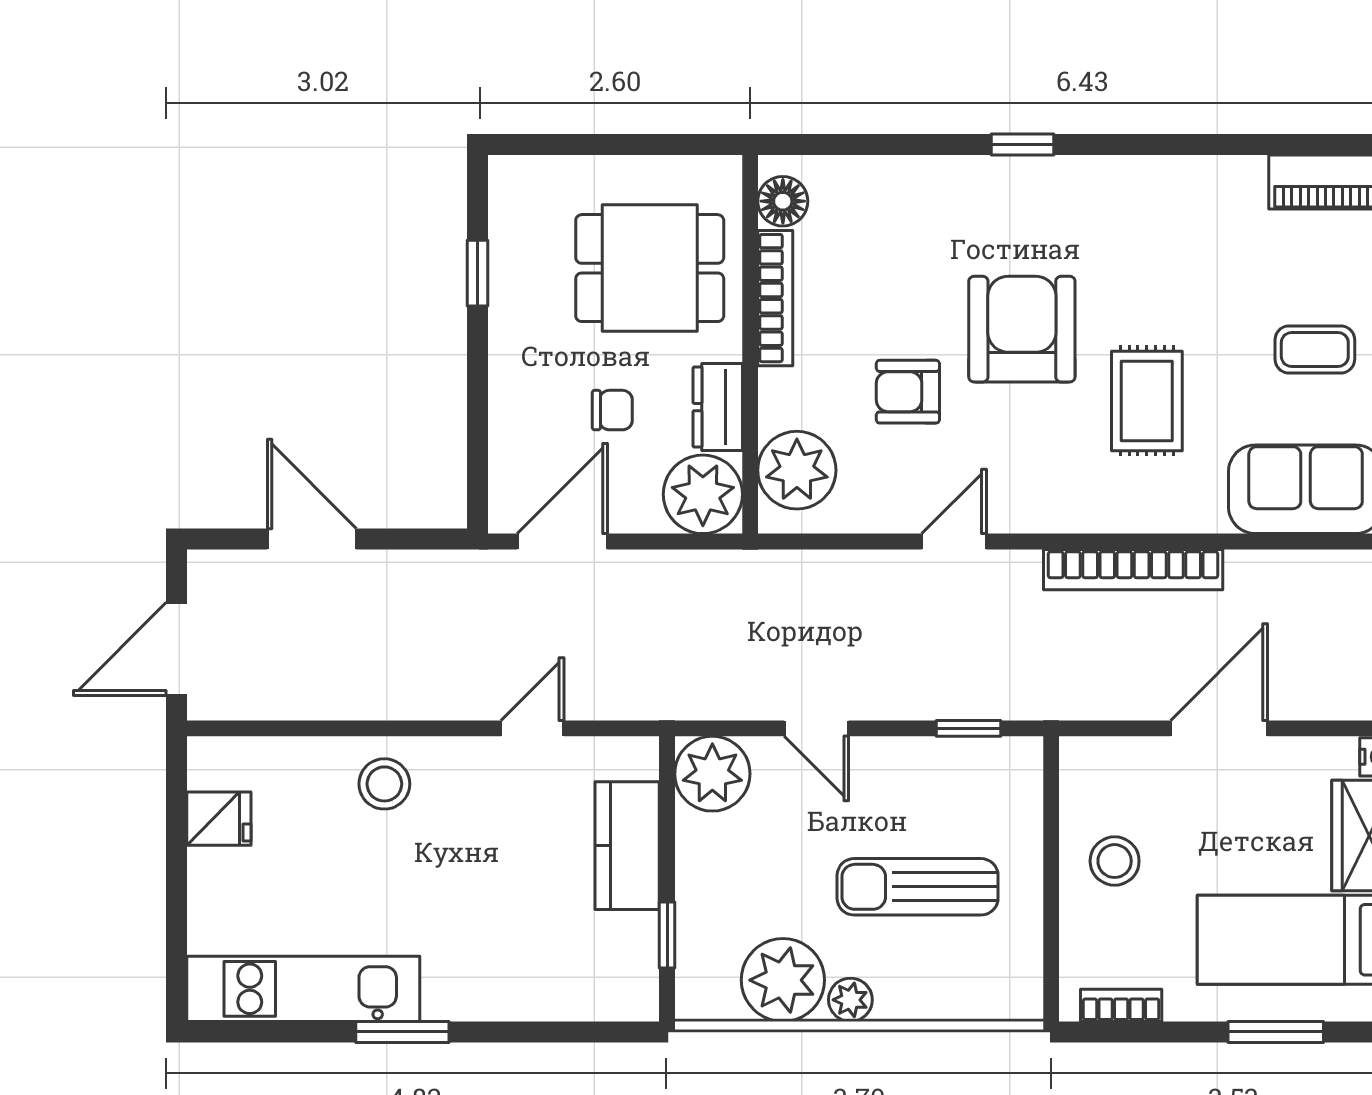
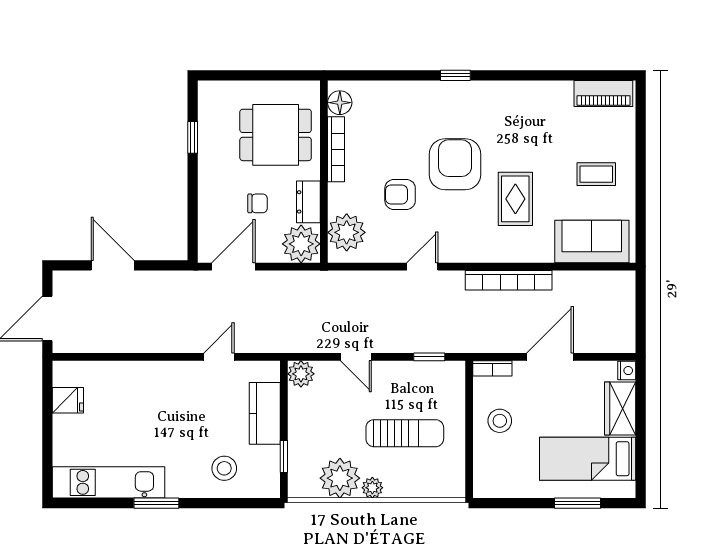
plant: (712, 774) -> (301, 374), width x0.73, depth x0.73
stool: (384, 784) -> (224, 468), moved
sun lounger: (918, 887) -> (405, 433), turned 180
bookcase: (1121, 1005) -> (492, 368), moved, turned 180

